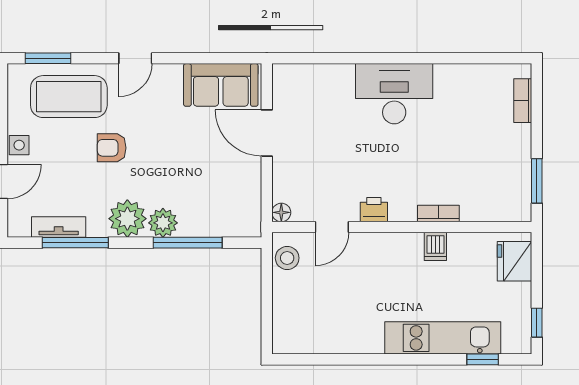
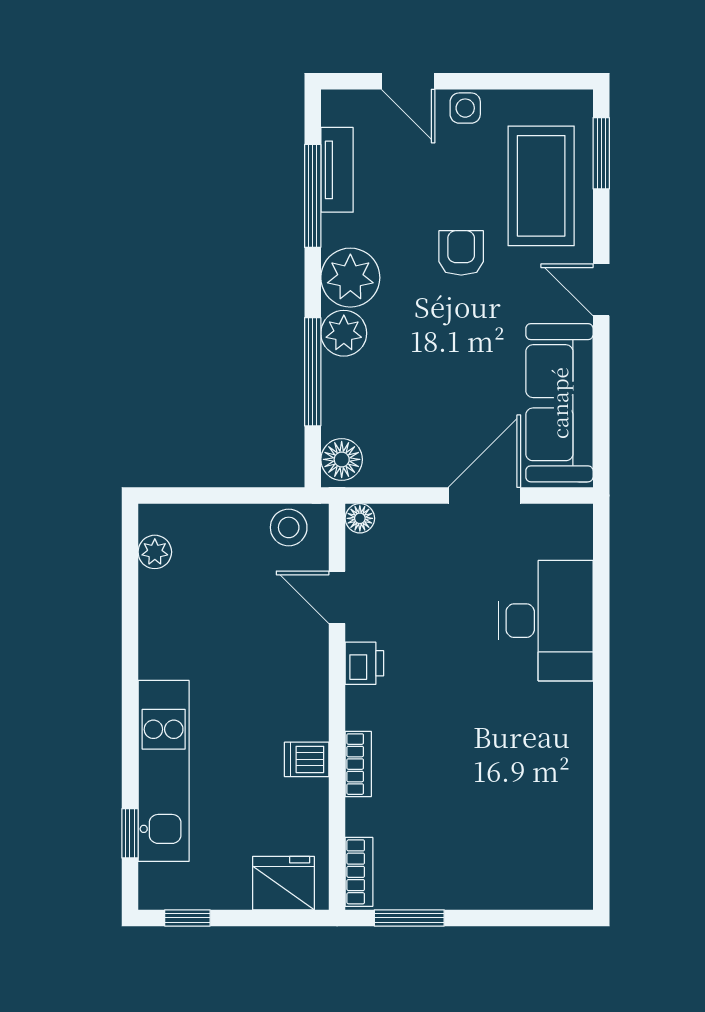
sofa: (221, 85) -> (559, 403), width x1.36
desk: (394, 94) -> (546, 621), moved
bookcase: (523, 101) -> (359, 872), moved, turned 90
floor lamp: (244, 224) -> (342, 459), added
plant: (303, 344) -> (155, 552), added

